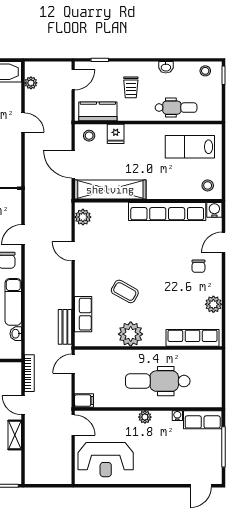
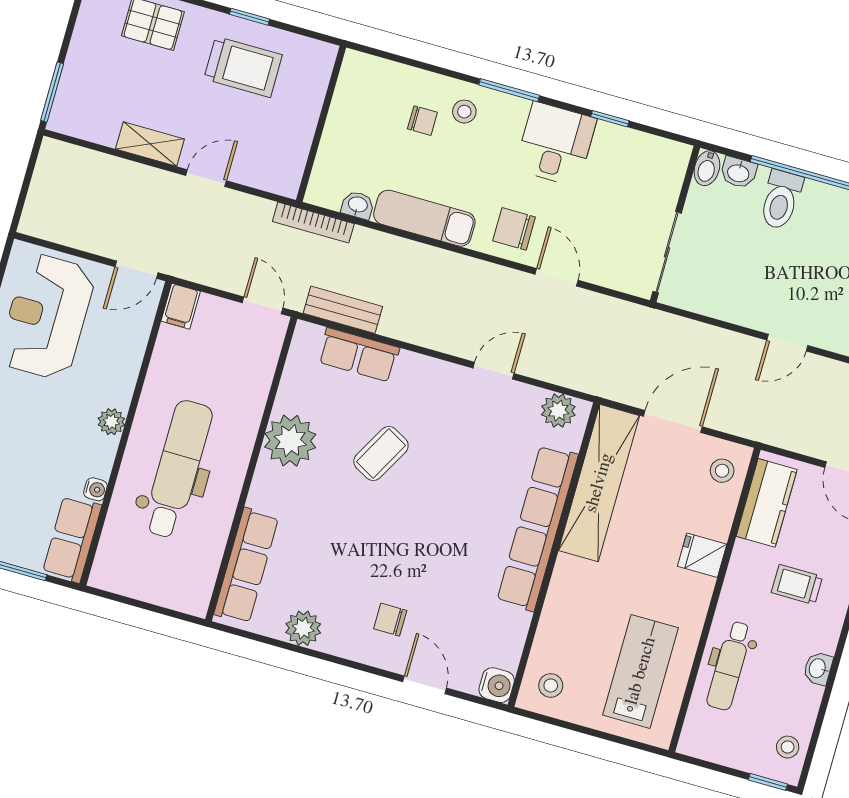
fridge: (116, 134) -> (702, 555), moved
row of seats: (167, 211) -> (537, 528), moved
bookcase: (29, 373) -> (313, 223), moved

